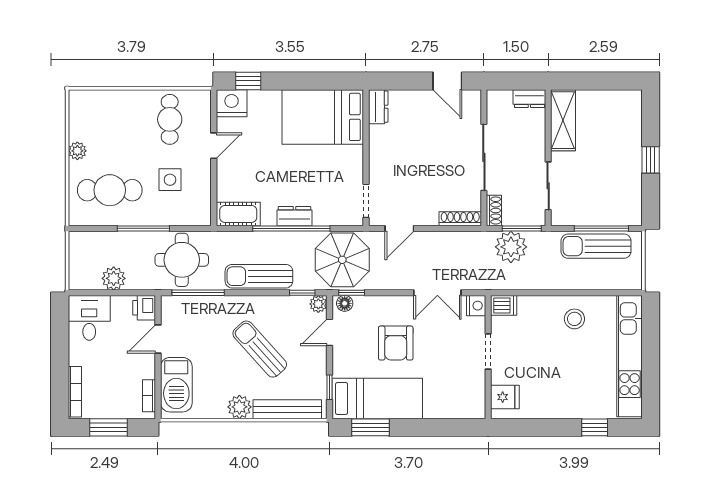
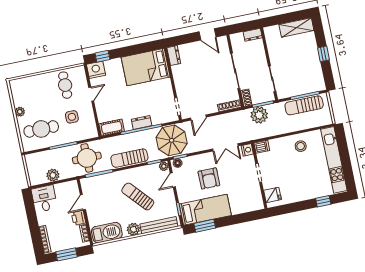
shelving: (563, 120) -> (296, 27), moved, turned 90
printer: (144, 308) -> (79, 218), moved
barbecue: (176, 385) -> (107, 233), moved, turned -90

